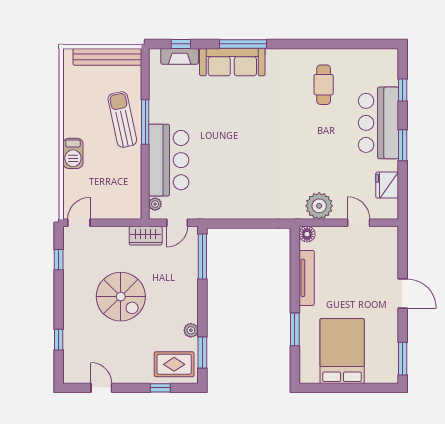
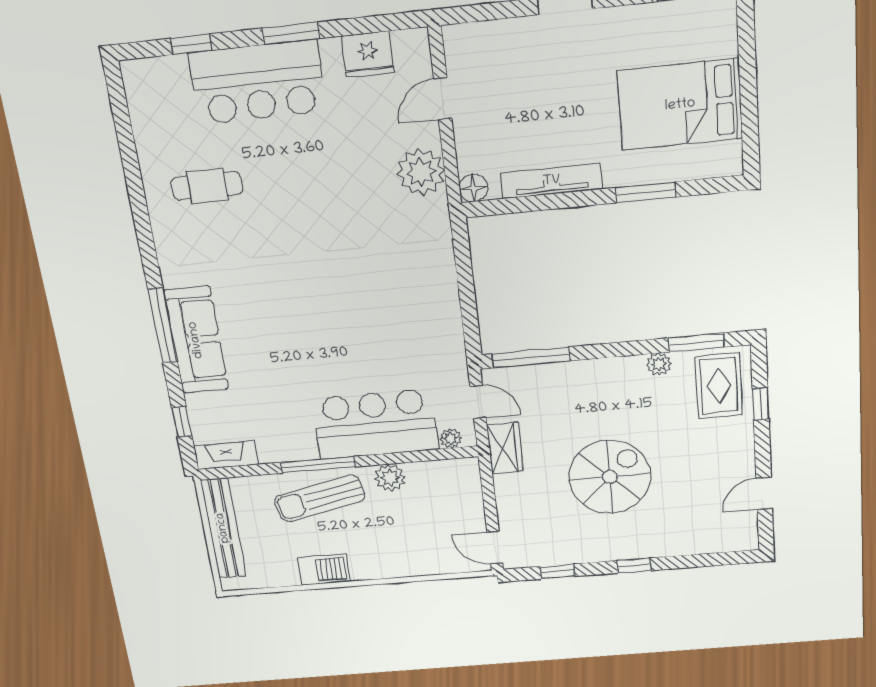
fireplace: (180, 56) -> (226, 455), moved, turned -90
barbecue: (73, 153) -> (324, 569), moved
plant: (132, 164) -> (390, 478), added
window: (59, 340) -> (634, 566), moved

